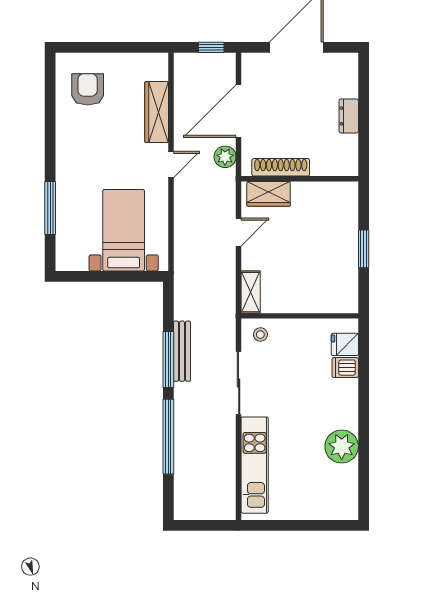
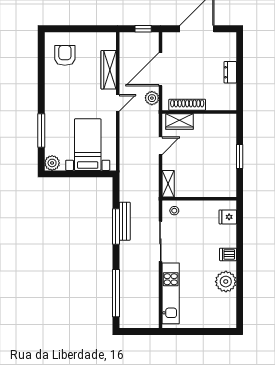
plant: (67, 259) -> (52, 163), added
dishwasher: (345, 368) -> (228, 254), moved
window: (168, 437) -> (116, 293), moved

